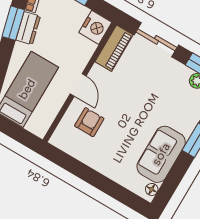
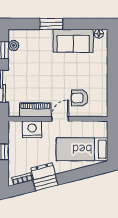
nightstand: (95, 27) -> (32, 129), moved
piano: (114, 48) -> (35, 110), moved

